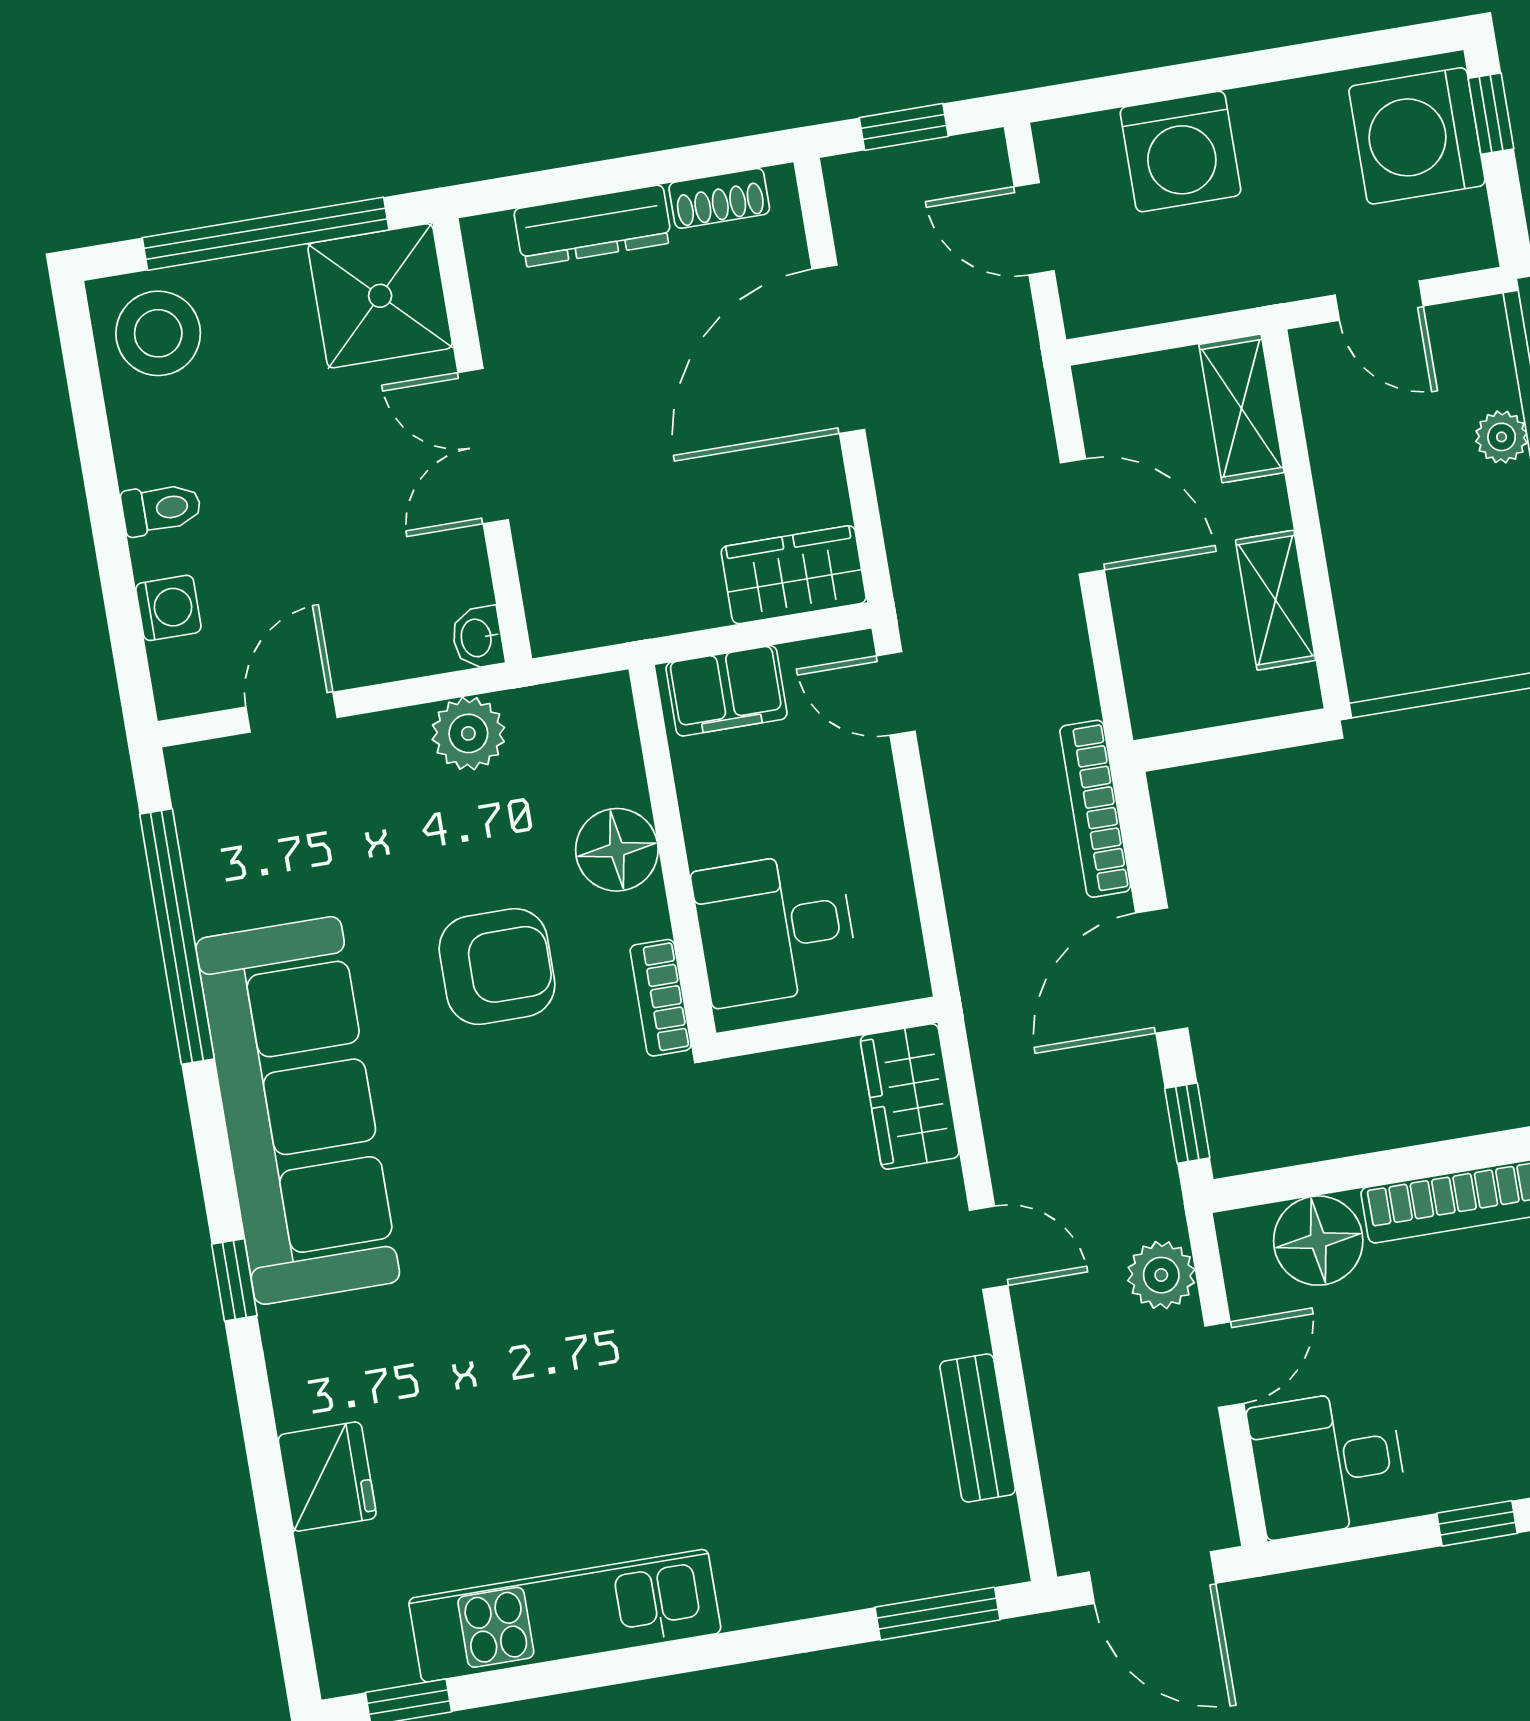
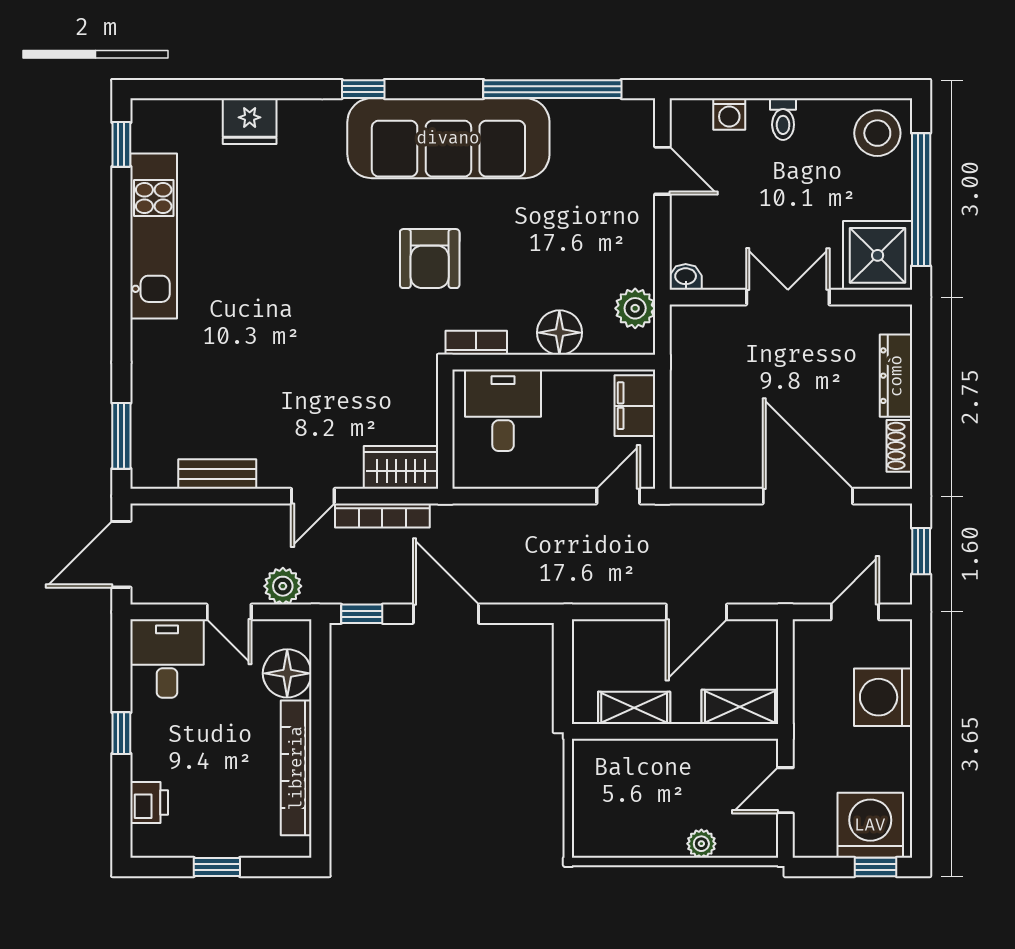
wardrobe: (794, 575) -> (691, 452), removed
plant: (468, 733) -> (635, 308), moved
bookcase: (1095, 809) -> (382, 515), moved, turned 180
armchair: (497, 967) -> (430, 259), moved

